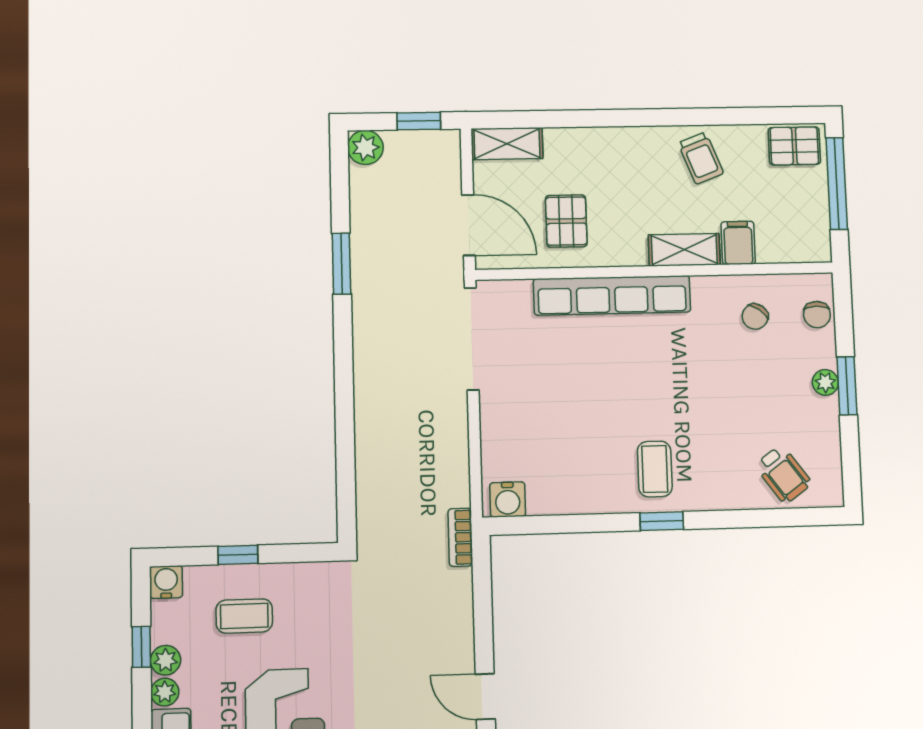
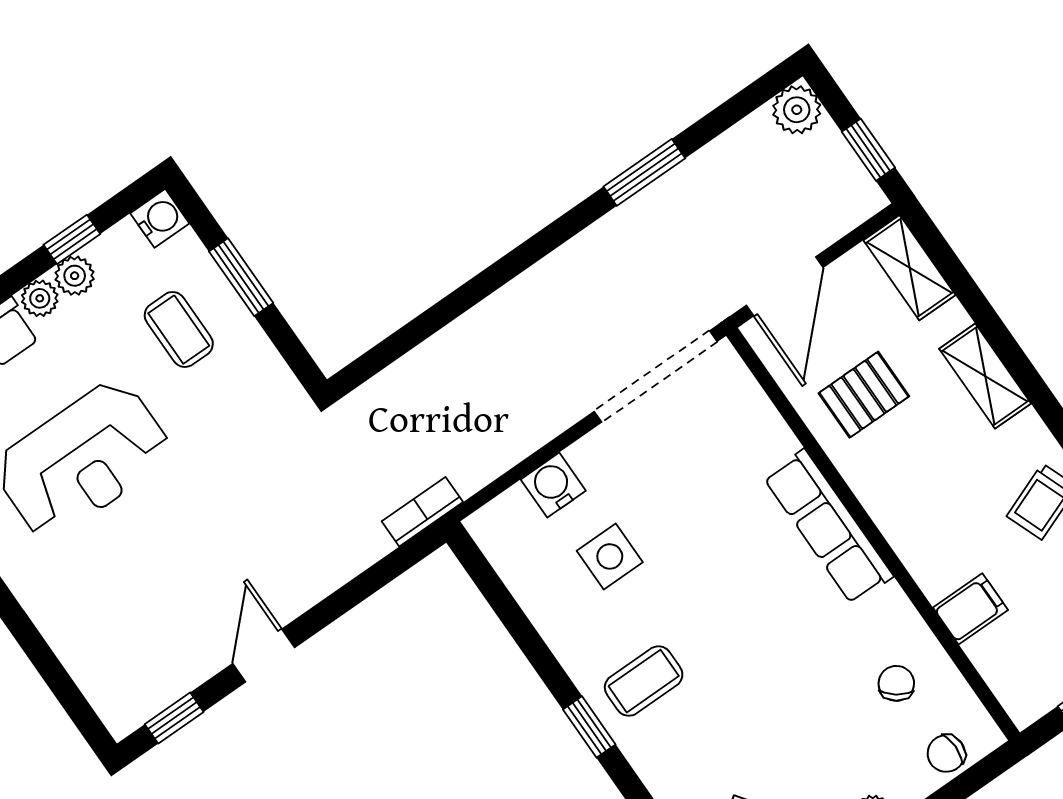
shelving: (684, 250) -> (985, 376), moved
row of seats: (612, 295) -> (828, 527), width x0.73
chair: (755, 317) -> (896, 683), turned 90
side table: (564, 439) -> (610, 556), added
water cooler: (508, 499) -> (553, 485), moved, turned 90
window: (238, 555) -> (241, 277), width x1.50

